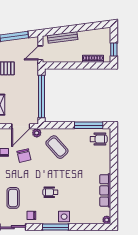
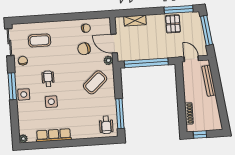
side table: (73, 190) -> (51, 102), added

